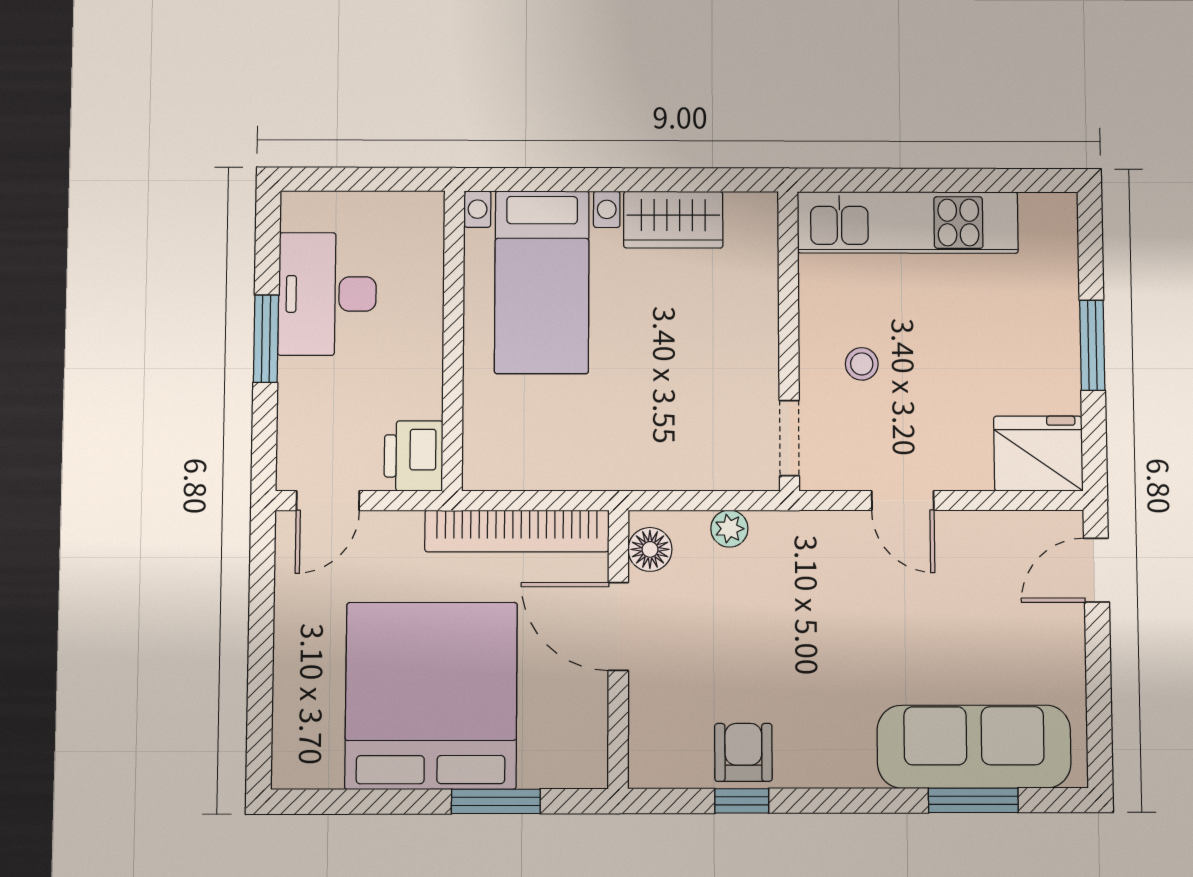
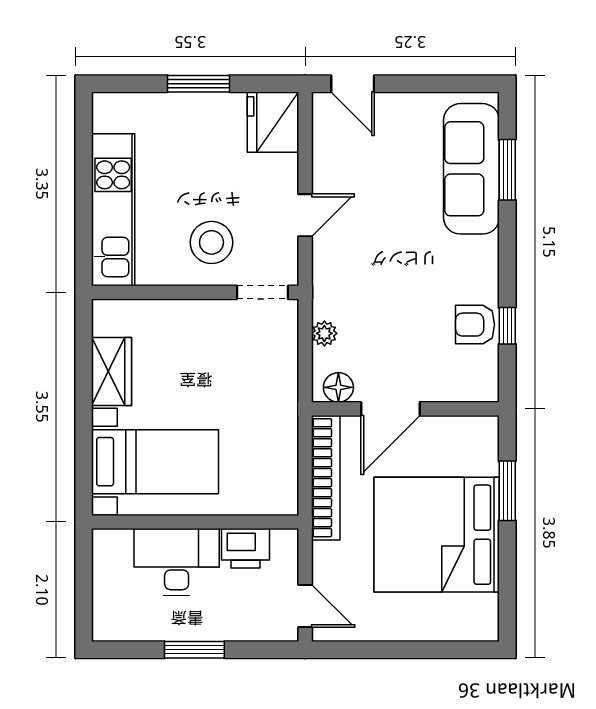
desk: (327, 294) -> (177, 562), moved, turned 180
stool: (862, 364) -> (211, 242), width x1.89, depth x1.89
printer: (414, 456) -> (246, 548), moved

